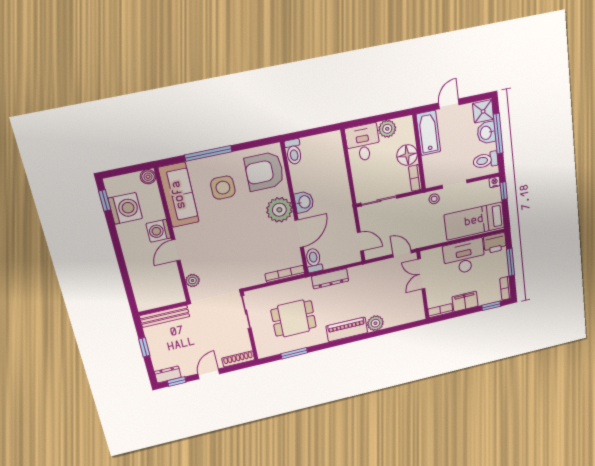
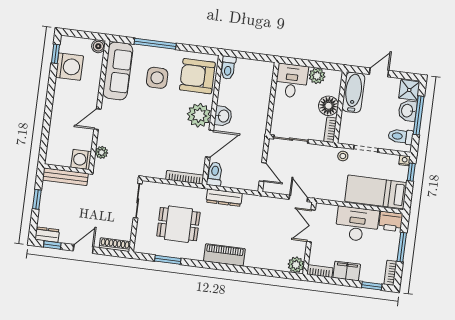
washing machine: (158, 231) -> (81, 159), moved
plant: (375, 323) -> (296, 265), moved

